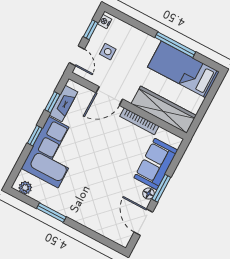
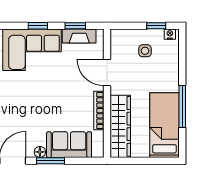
door: (77, 56) -> (127, 26), removed

